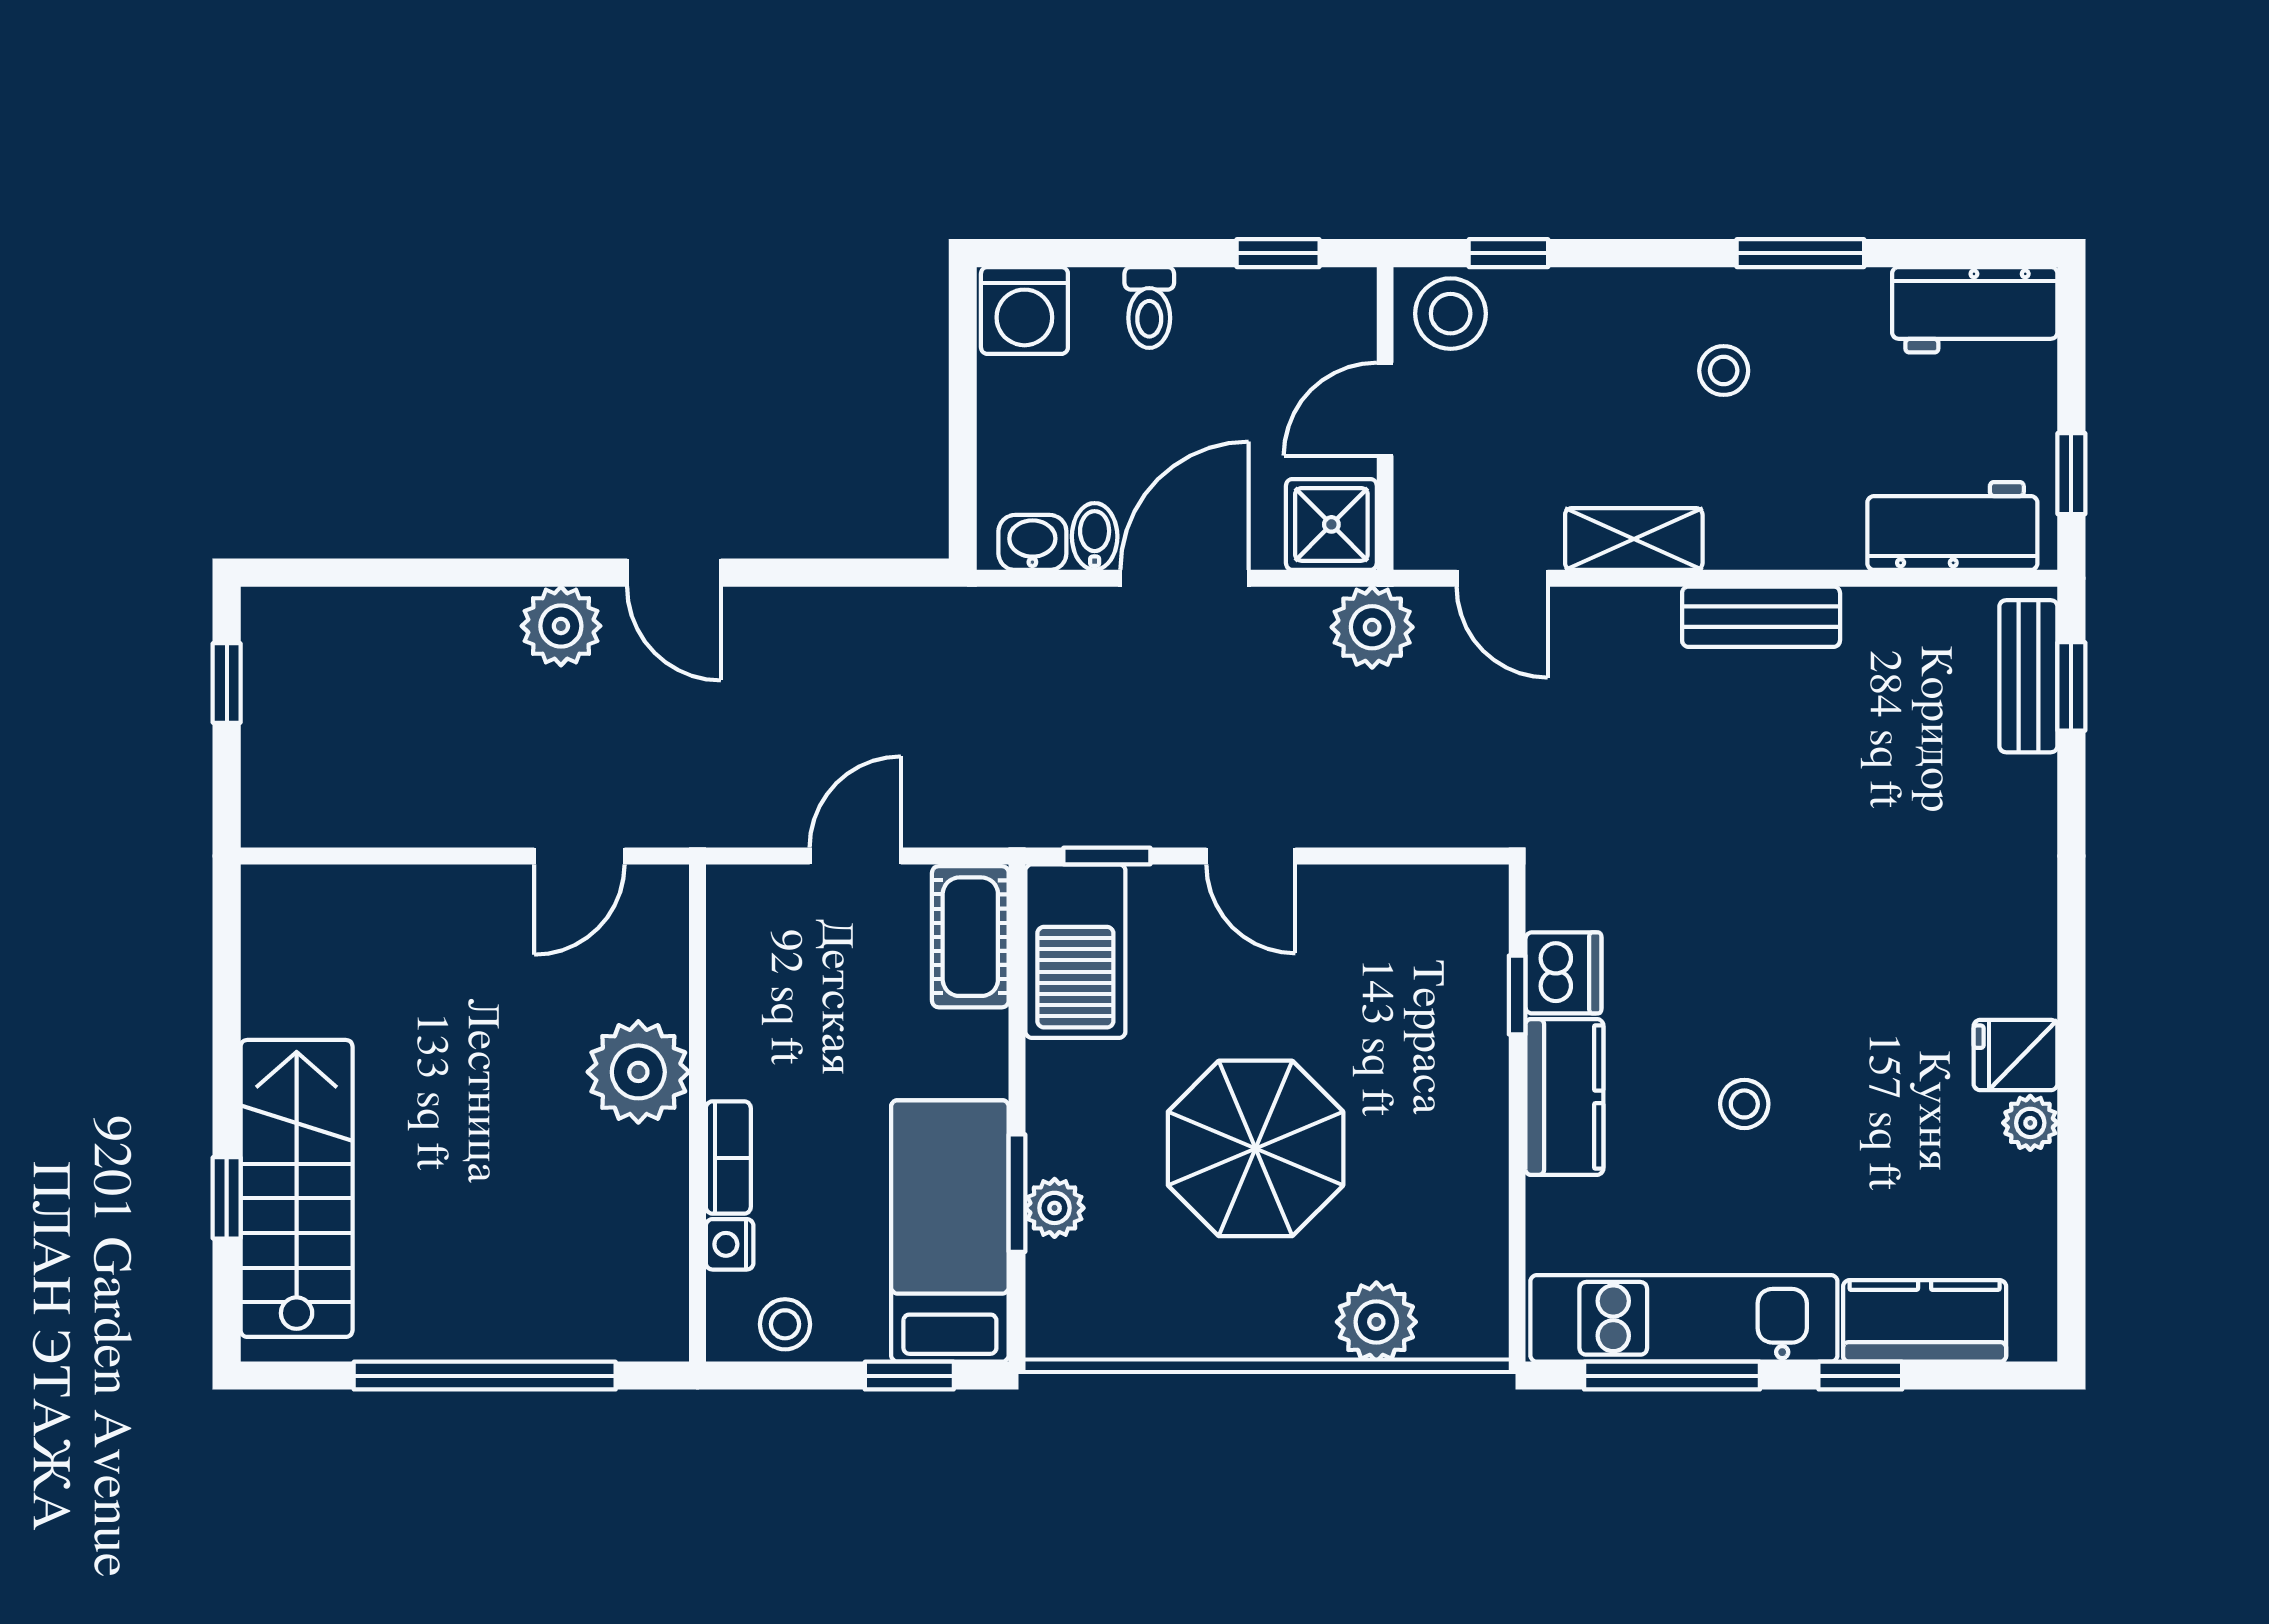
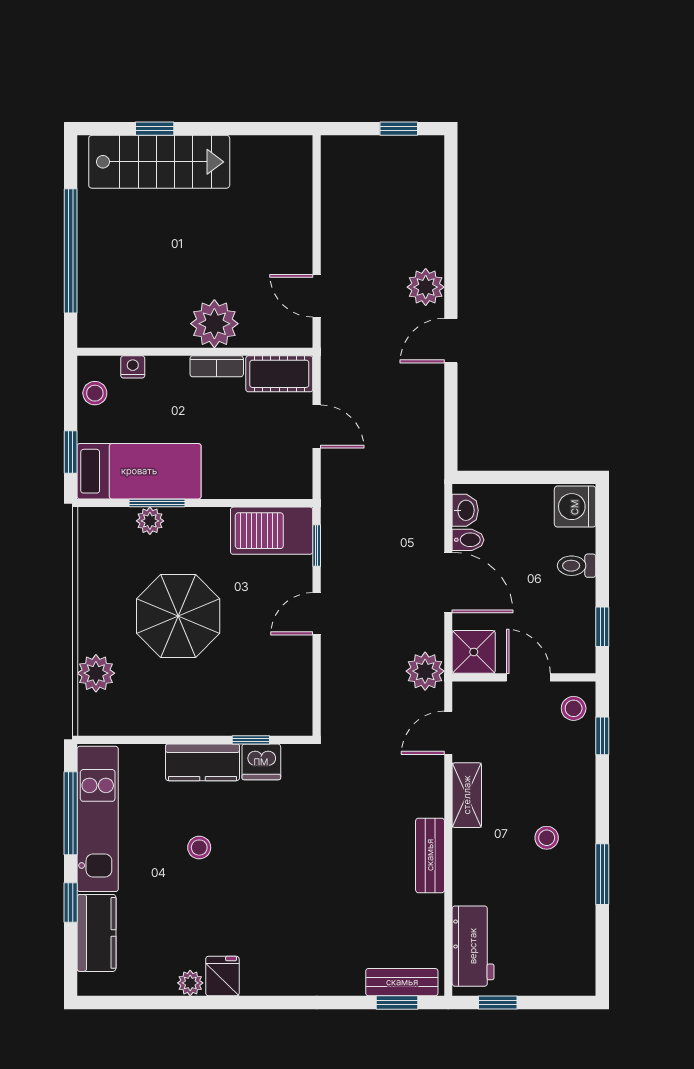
workbench: (1975, 310) -> (575, 957), removed
stool: (1451, 314) -> (574, 708), width x0.73, depth x0.73
cot: (970, 937) -> (279, 374), moved
bookcase: (728, 1158) -> (217, 366), moved

